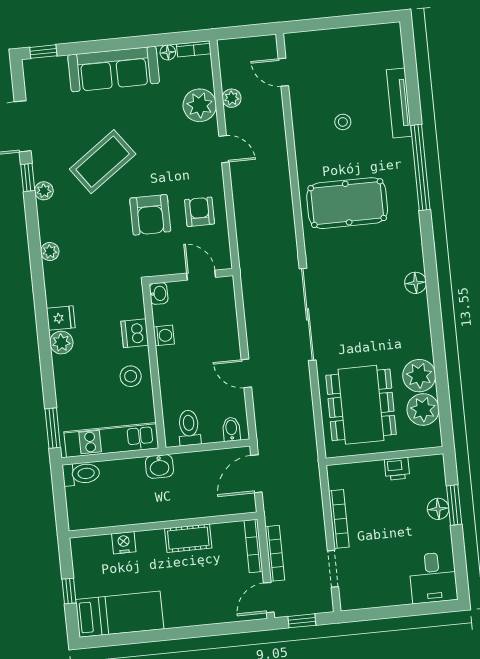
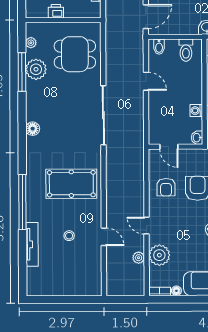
door: (283, 72) -> (104, 237), moved
window: (441, 369) -> (22, 72), added
dining table: (361, 405) -> (75, 54), width x0.73
plant: (423, 409) -> (31, 43), width x0.53, depth x0.53

